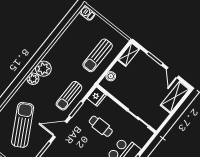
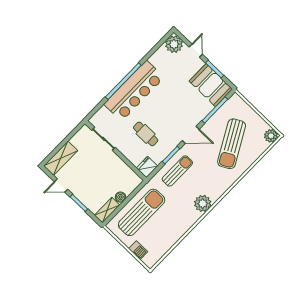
barbecue: (87, 13) -> (138, 250), moved
sun lounger: (98, 55) -> (142, 212), width x1.36, depth x1.34
door: (172, 73) -> (61, 185), swing flipped
boiler: (111, 76) -> (120, 197), moved
plant: (33, 79) -> (215, 193), removed

